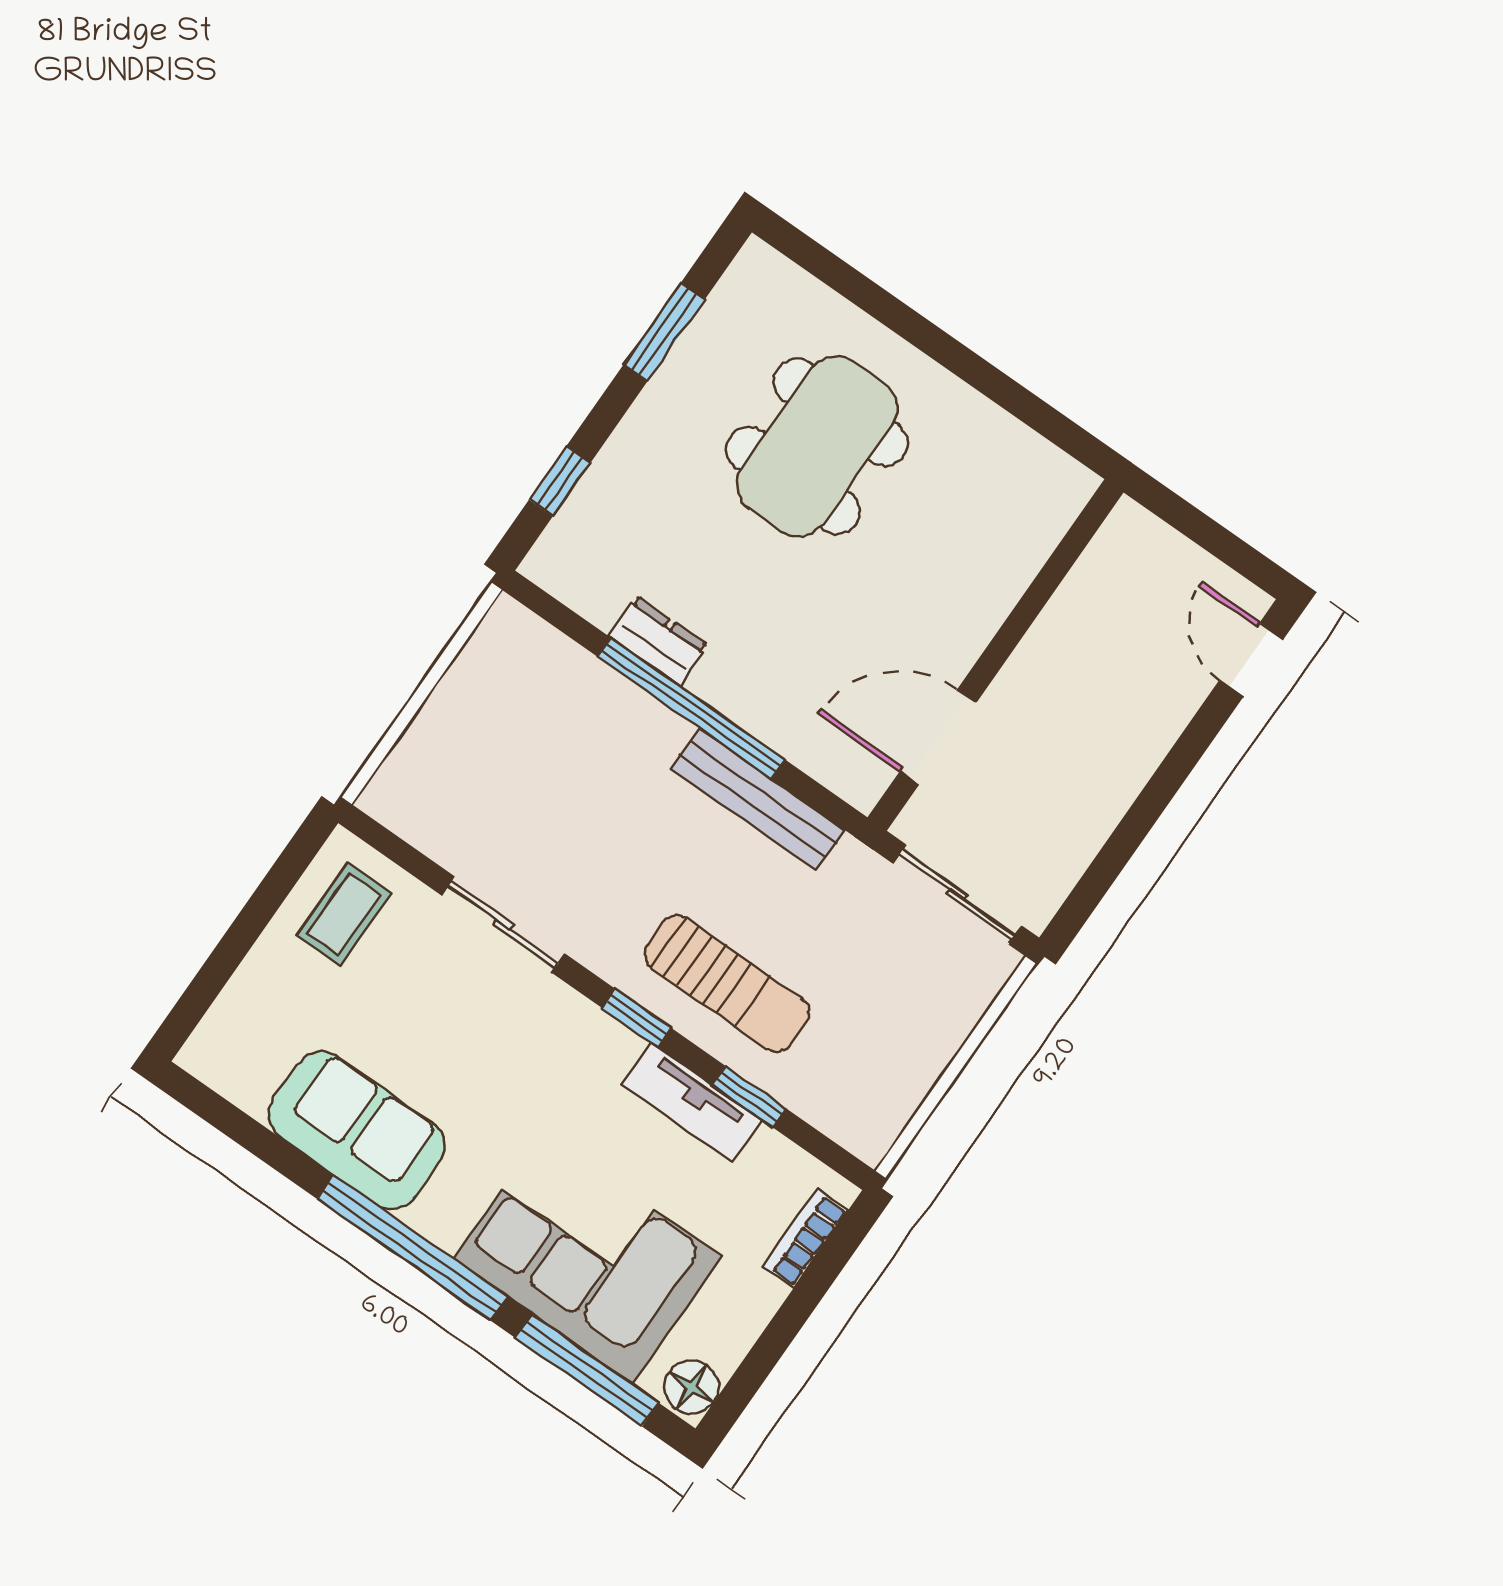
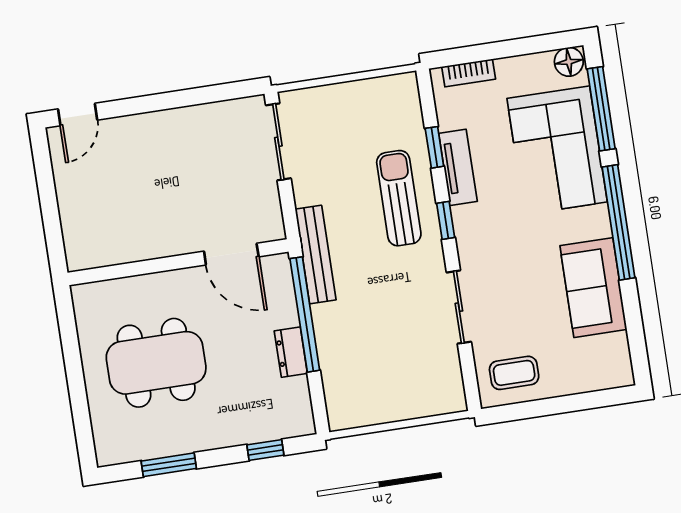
wall: (996, 655) -> (178, 262), moved
door: (938, 737) -> (231, 254), moved

